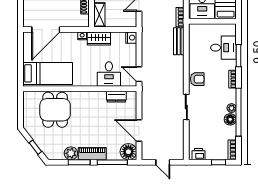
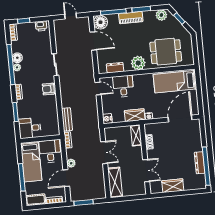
desk: (223, 48) -> (30, 128), moved
plant: (89, 100) -> (138, 63), added
dining table: (55, 110) -> (166, 52), turned 90
plant: (71, 153) -> (161, 15), moved

